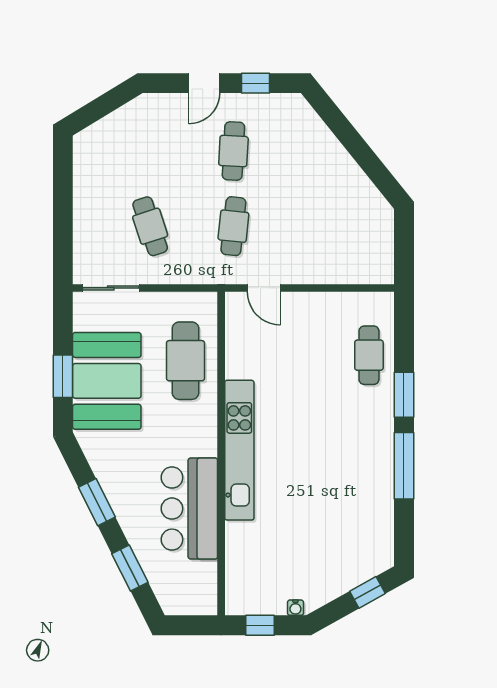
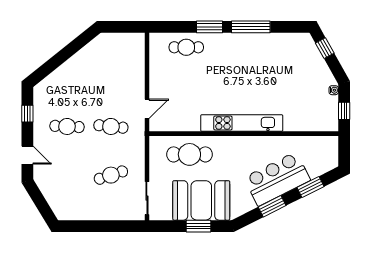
door: (204, 83) -> (27, 155), moved
bar counter: (189, 509) -> (277, 179), moved, turned 153

